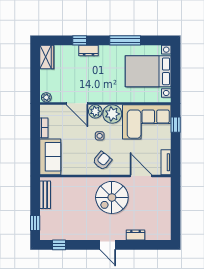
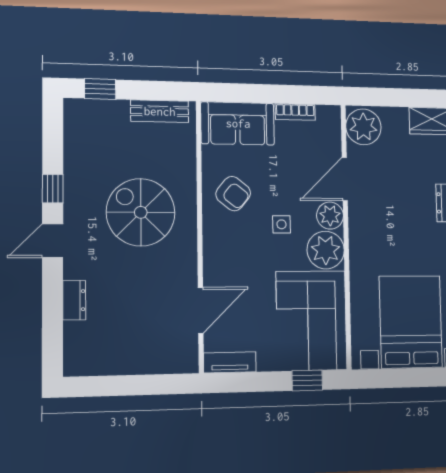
plant: (46, 97) -> (363, 127), width x1.88, depth x1.88
armchair: (102, 161) -> (233, 194), moved
spiral stairs: (112, 197) -> (141, 212), moved
window: (59, 245) -> (53, 189), moved

